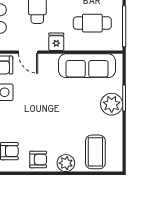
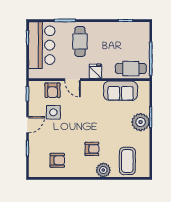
cafe table: (92, 23) -> (131, 69), moved
sofa: (87, 66) -> (120, 91), width x0.73
armchair: (38, 159) -> (92, 149), moved

